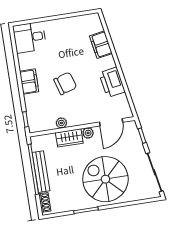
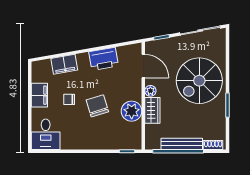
chair: (67, 55) -> (69, 99), added
filing cabinet: (29, 82) -> (39, 95), moved, turned 90
plant: (61, 123) -> (132, 111), width x1.87, depth x1.87

